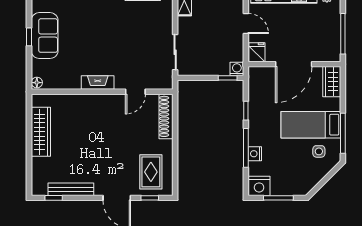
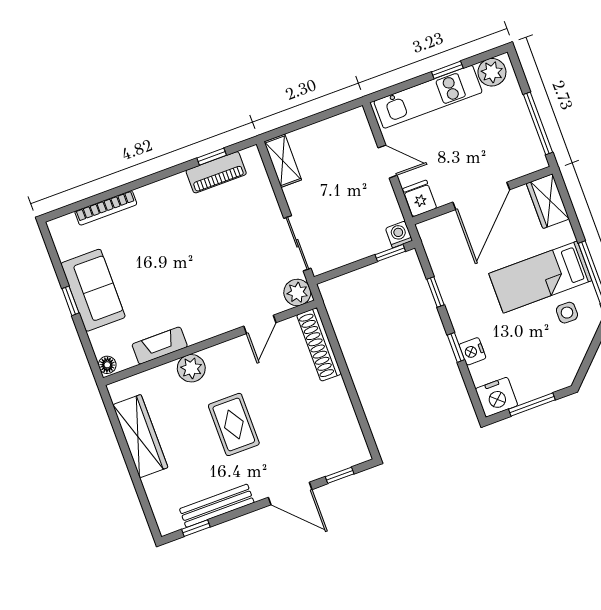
plant: (164, 81) -> (297, 292), added
fireplace: (98, 83) -> (160, 346), moved
plant: (86, 103) -> (191, 368), added
window: (246, 148) -> (456, 347), width x0.46
rug: (151, 172) -> (234, 424), moved

